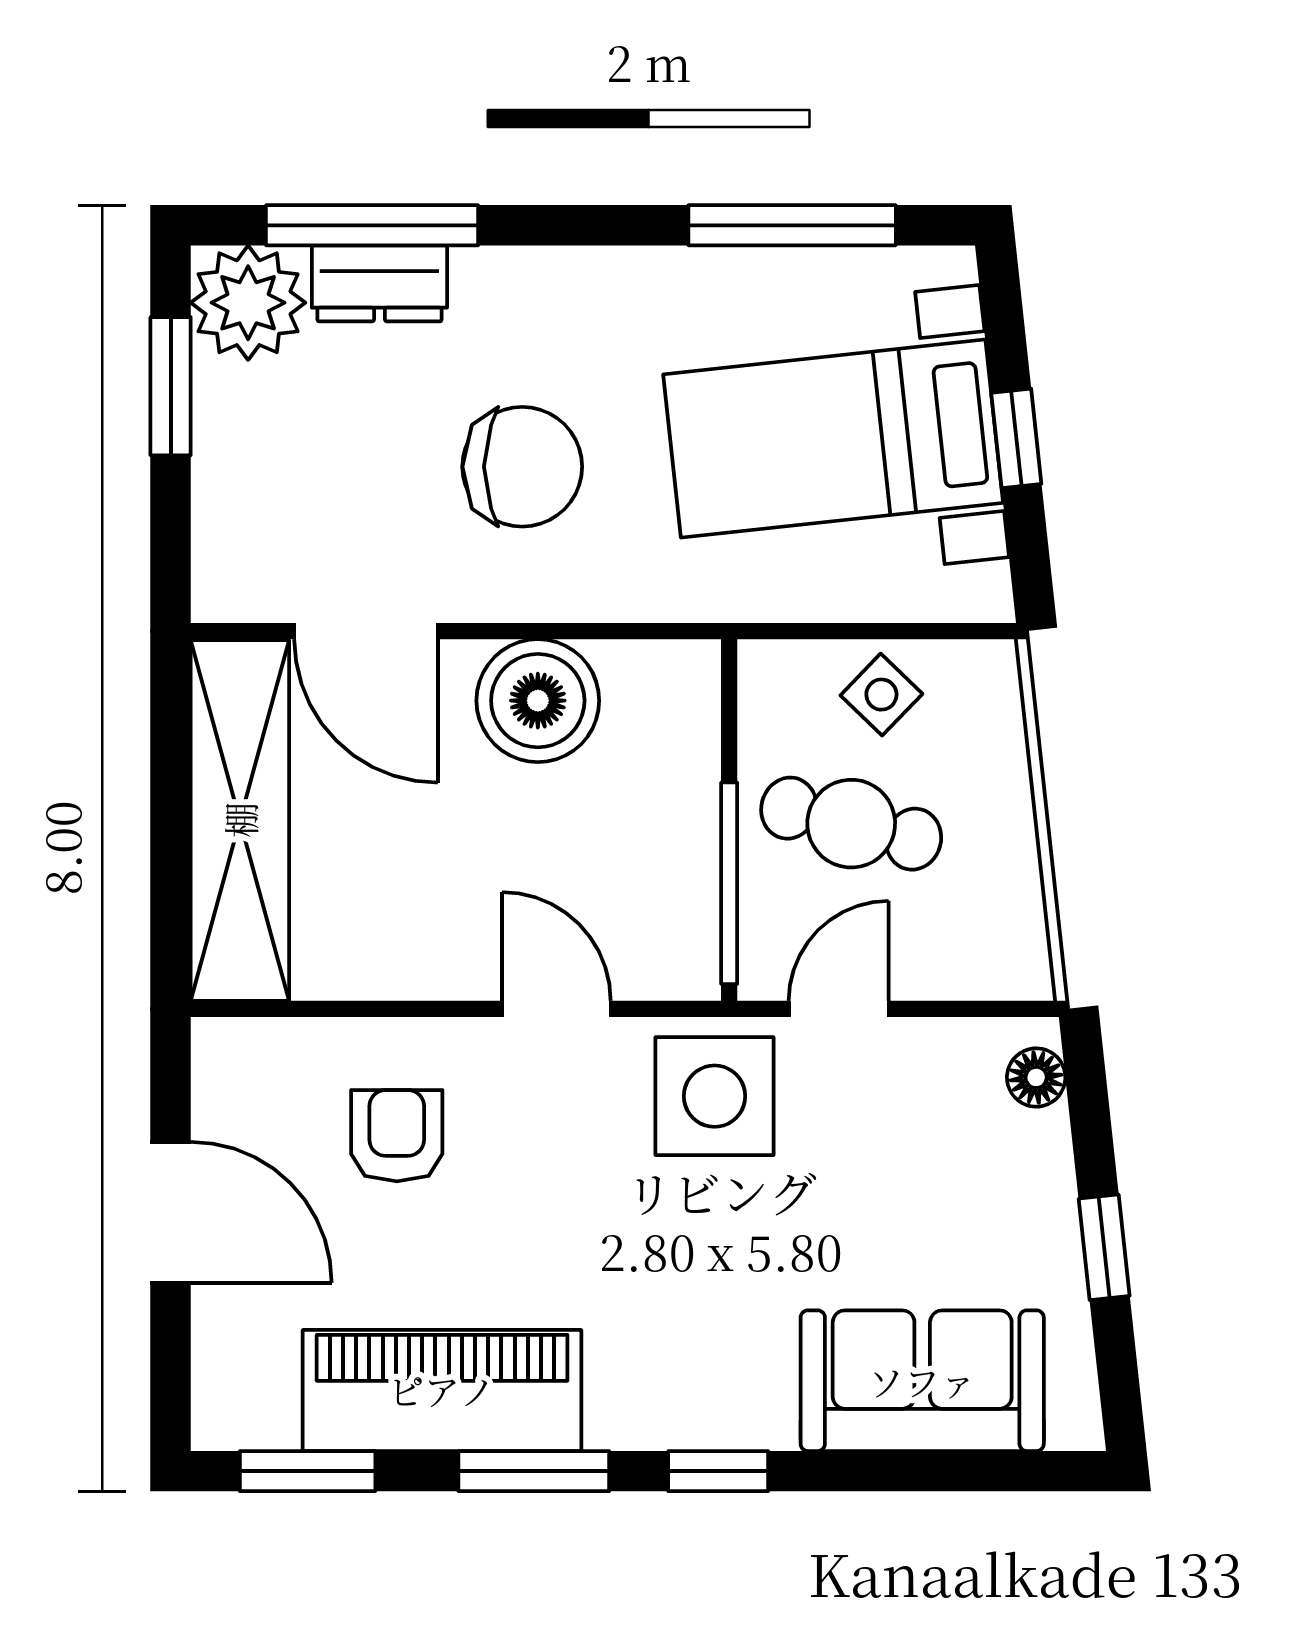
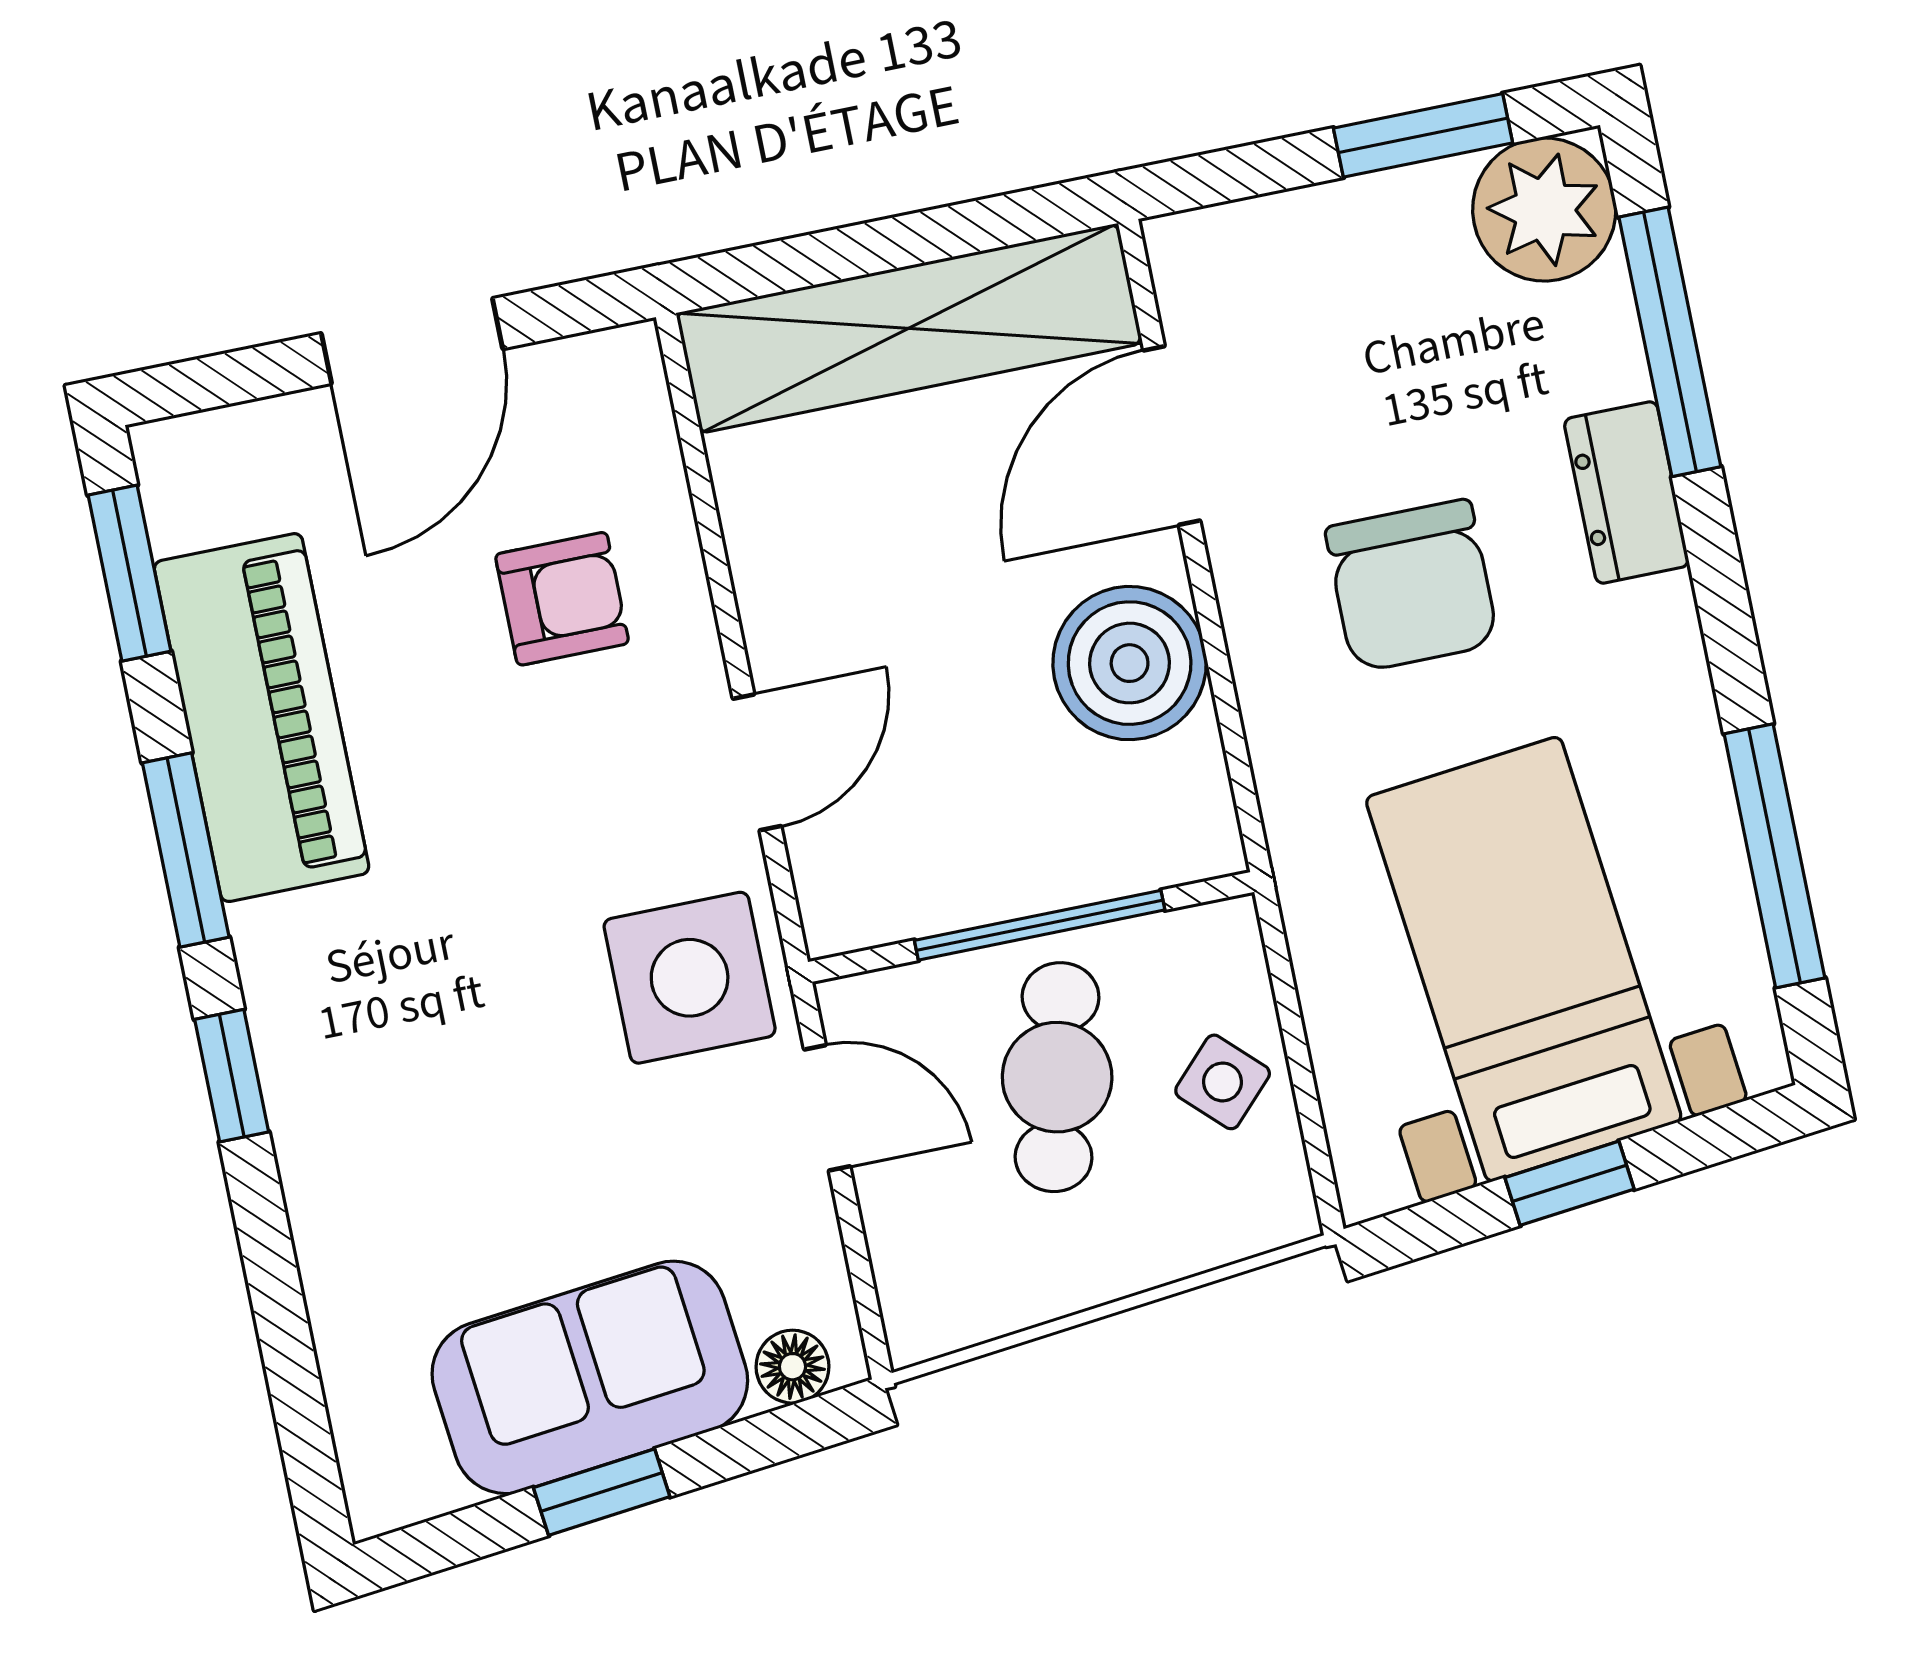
dresser: (379, 283) -> (1627, 492), moved
window: (729, 883) -> (1040, 925), moved
sofa: (922, 1381) -> (590, 1377), moved, turned -96

